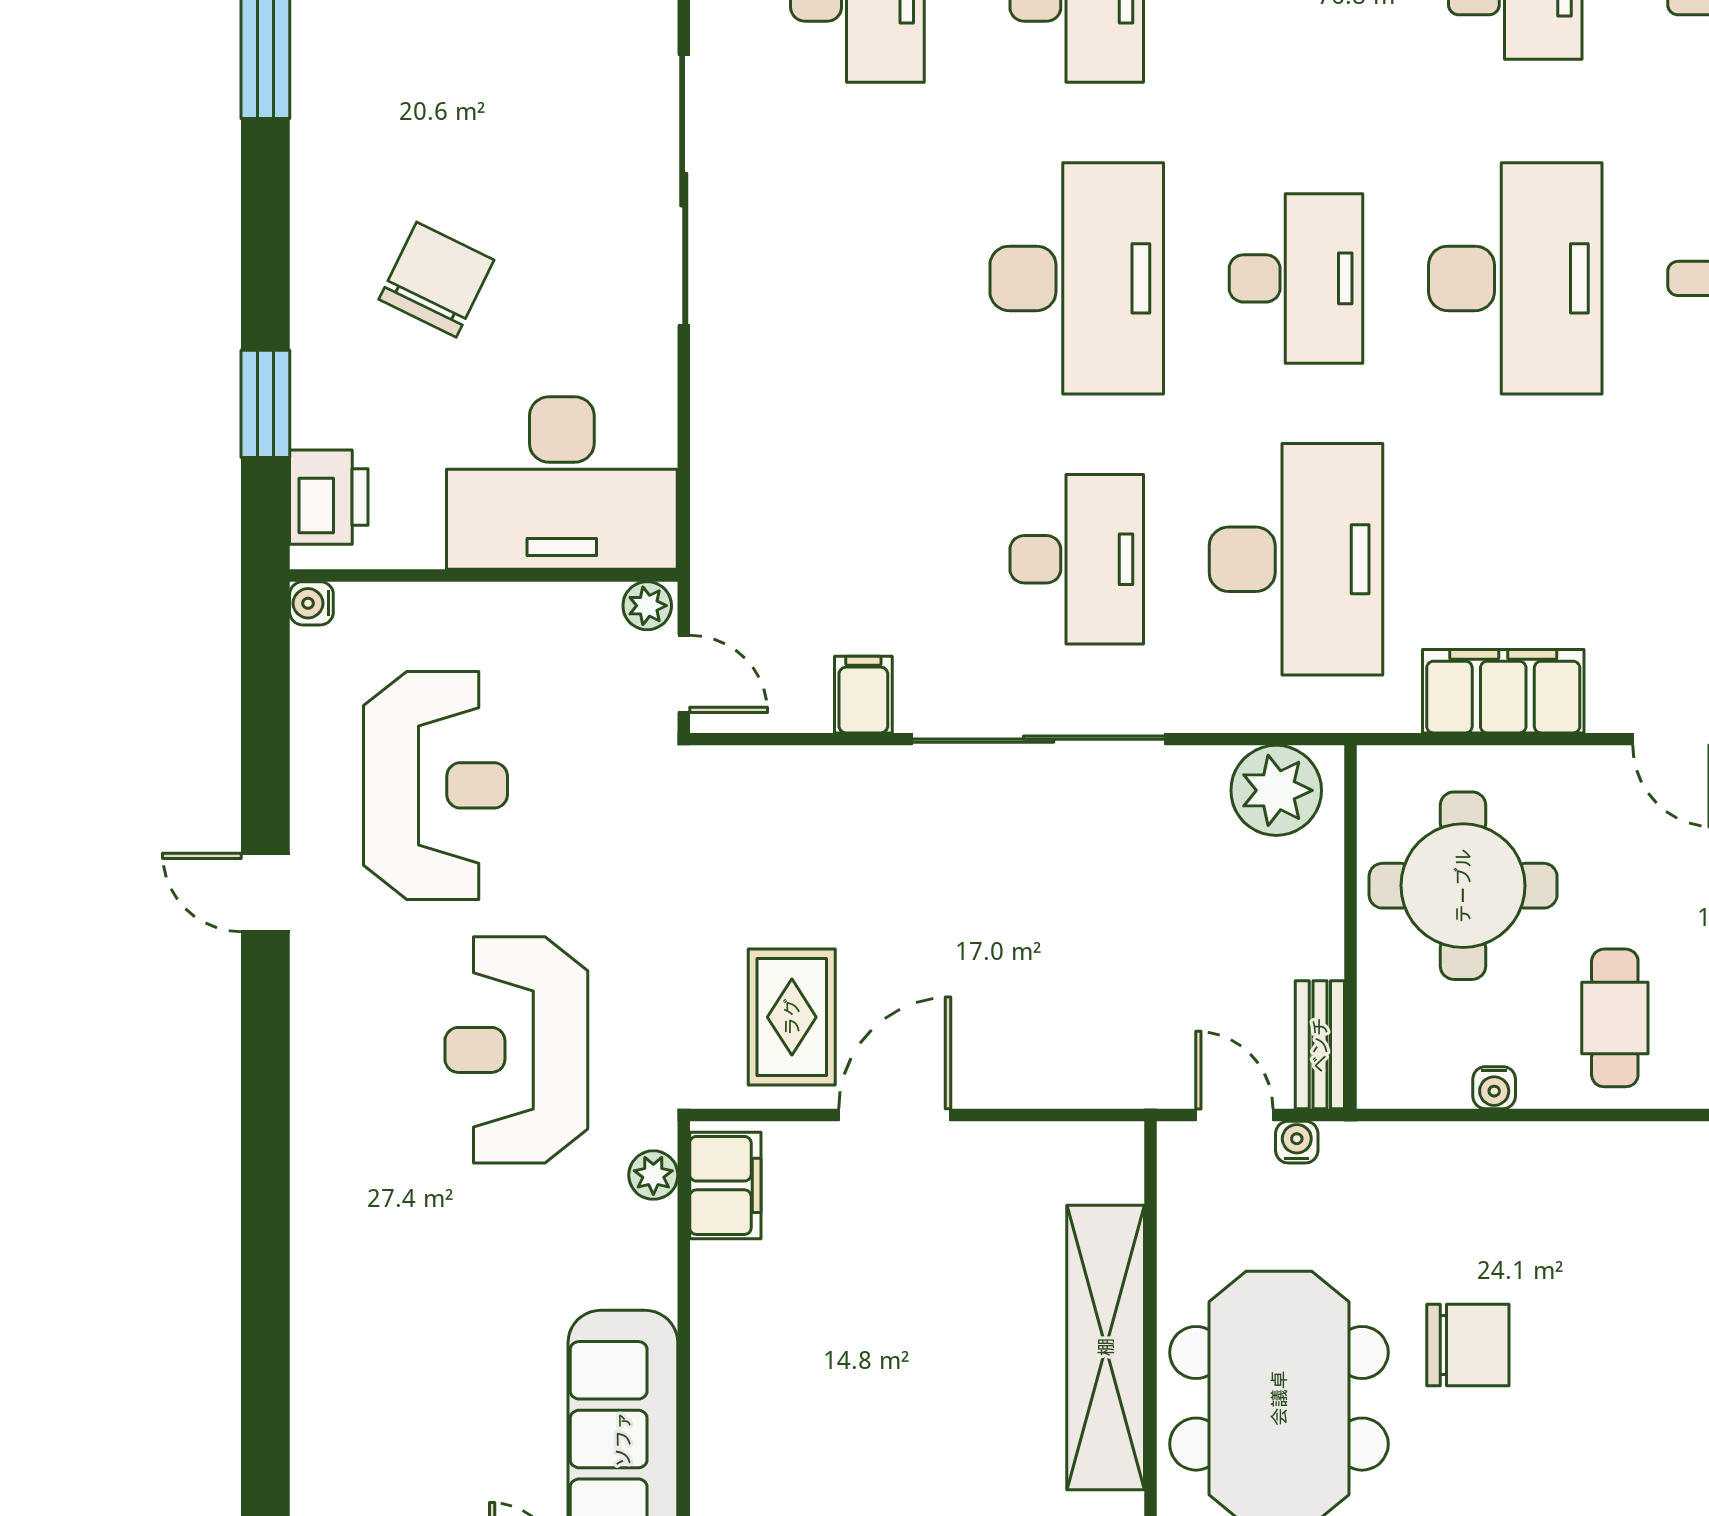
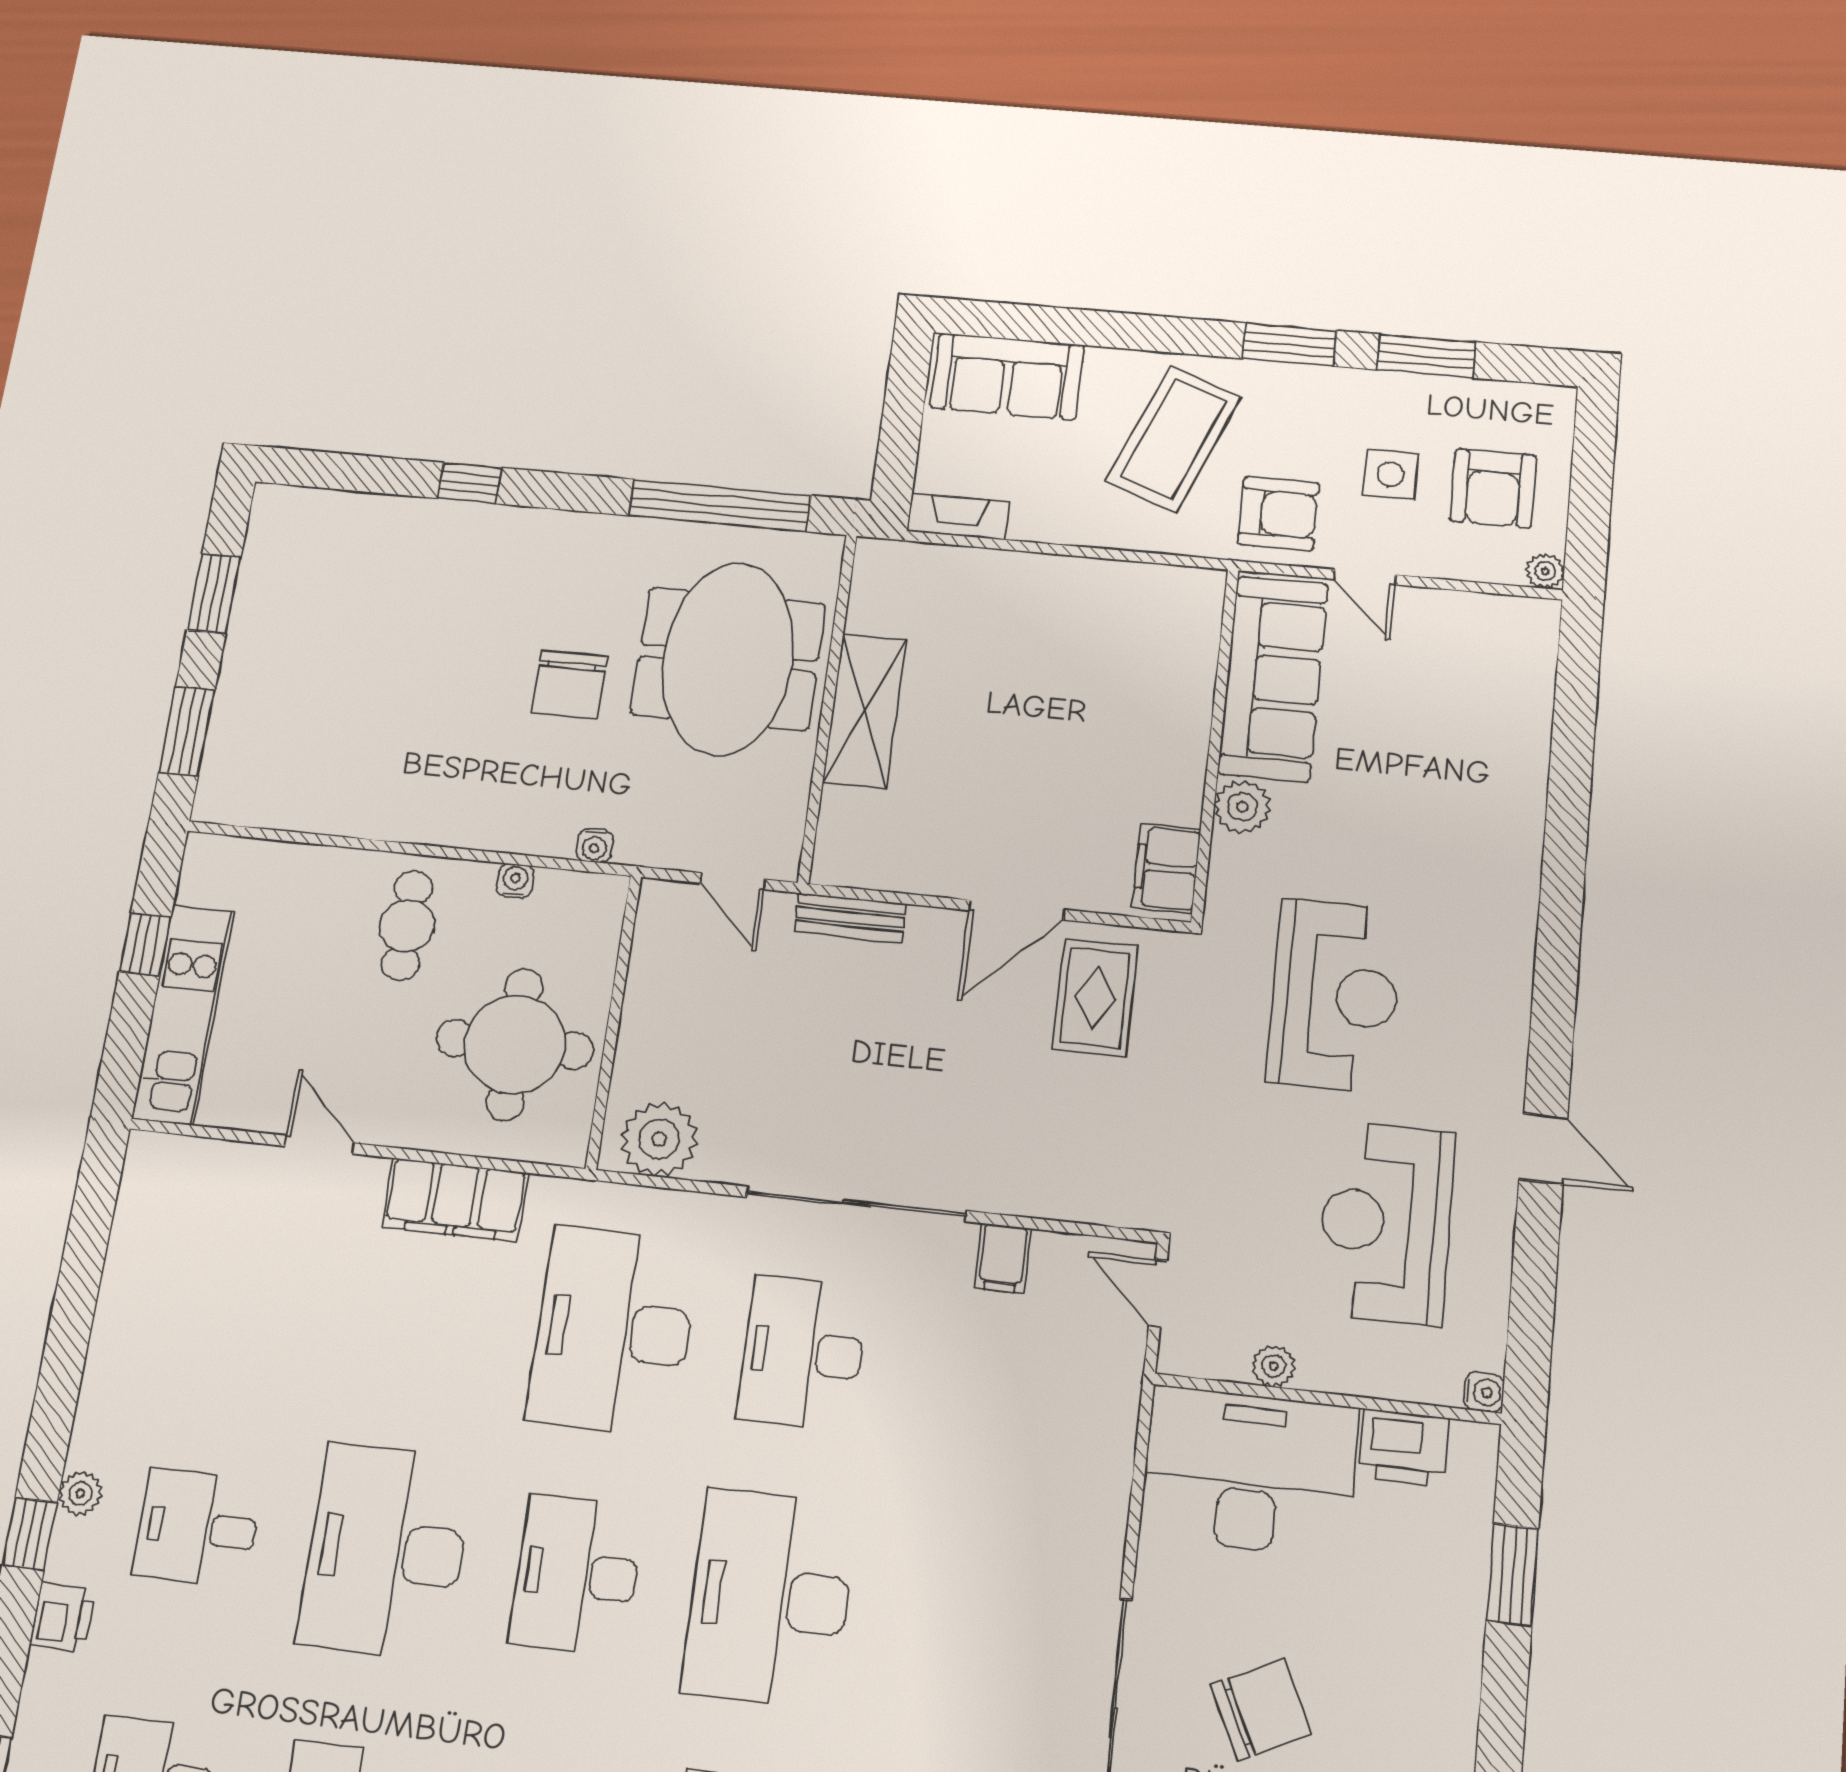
chair: (436, 280) -> (1261, 1709), moved, turned -142
printer: (329, 497) -> (1404, 1448), moved, turned -90
plant: (647, 606) -> (1274, 1366), moved
bench: (1320, 1045) -> (850, 918), moved, turned 90
water cooler: (1297, 1142) -> (595, 846), moved
plant: (653, 1175) -> (1242, 807), moved, width x1.38, depth x1.38
chair: (1468, 1345) -> (569, 685), turned -90
shelving: (1106, 1347) -> (864, 711), width x0.68

